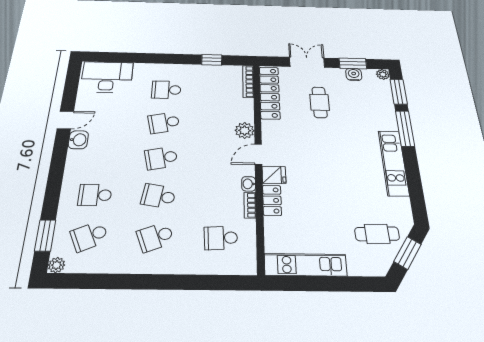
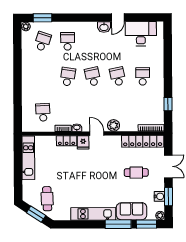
desk: (107, 77) -> (141, 34), moved, turned -90
sofa: (381, 110) -> (132, 211), added
door: (65, 120) -> (118, 17), hinge flipped
school desk: (89, 236) -> (43, 41), turned 42
school desk: (155, 237) -> (43, 77), removed

